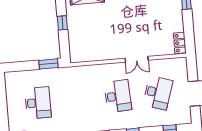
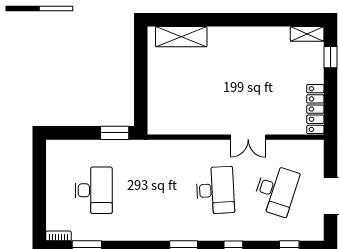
window: (62, 23) -> (141, 73), removed
locker: (180, 43) -> (315, 109), width x1.53

